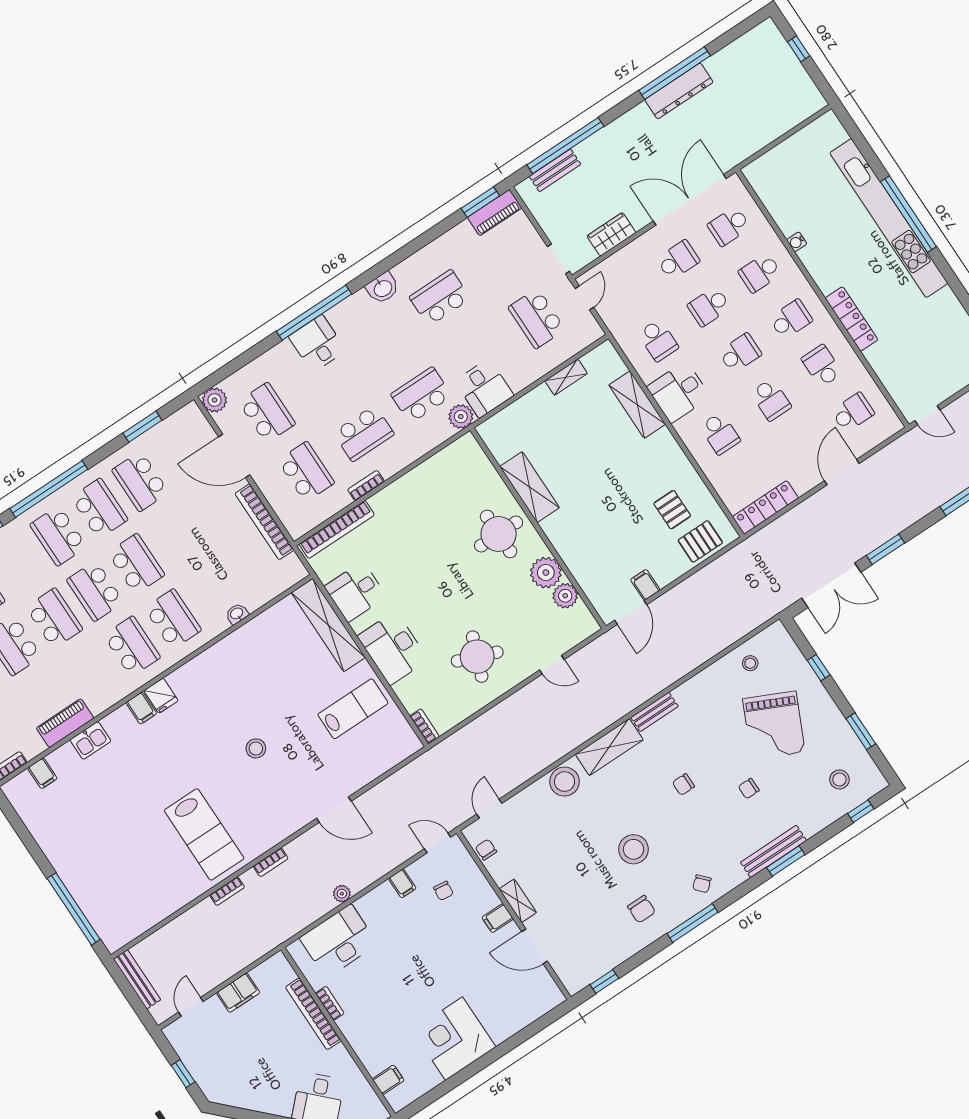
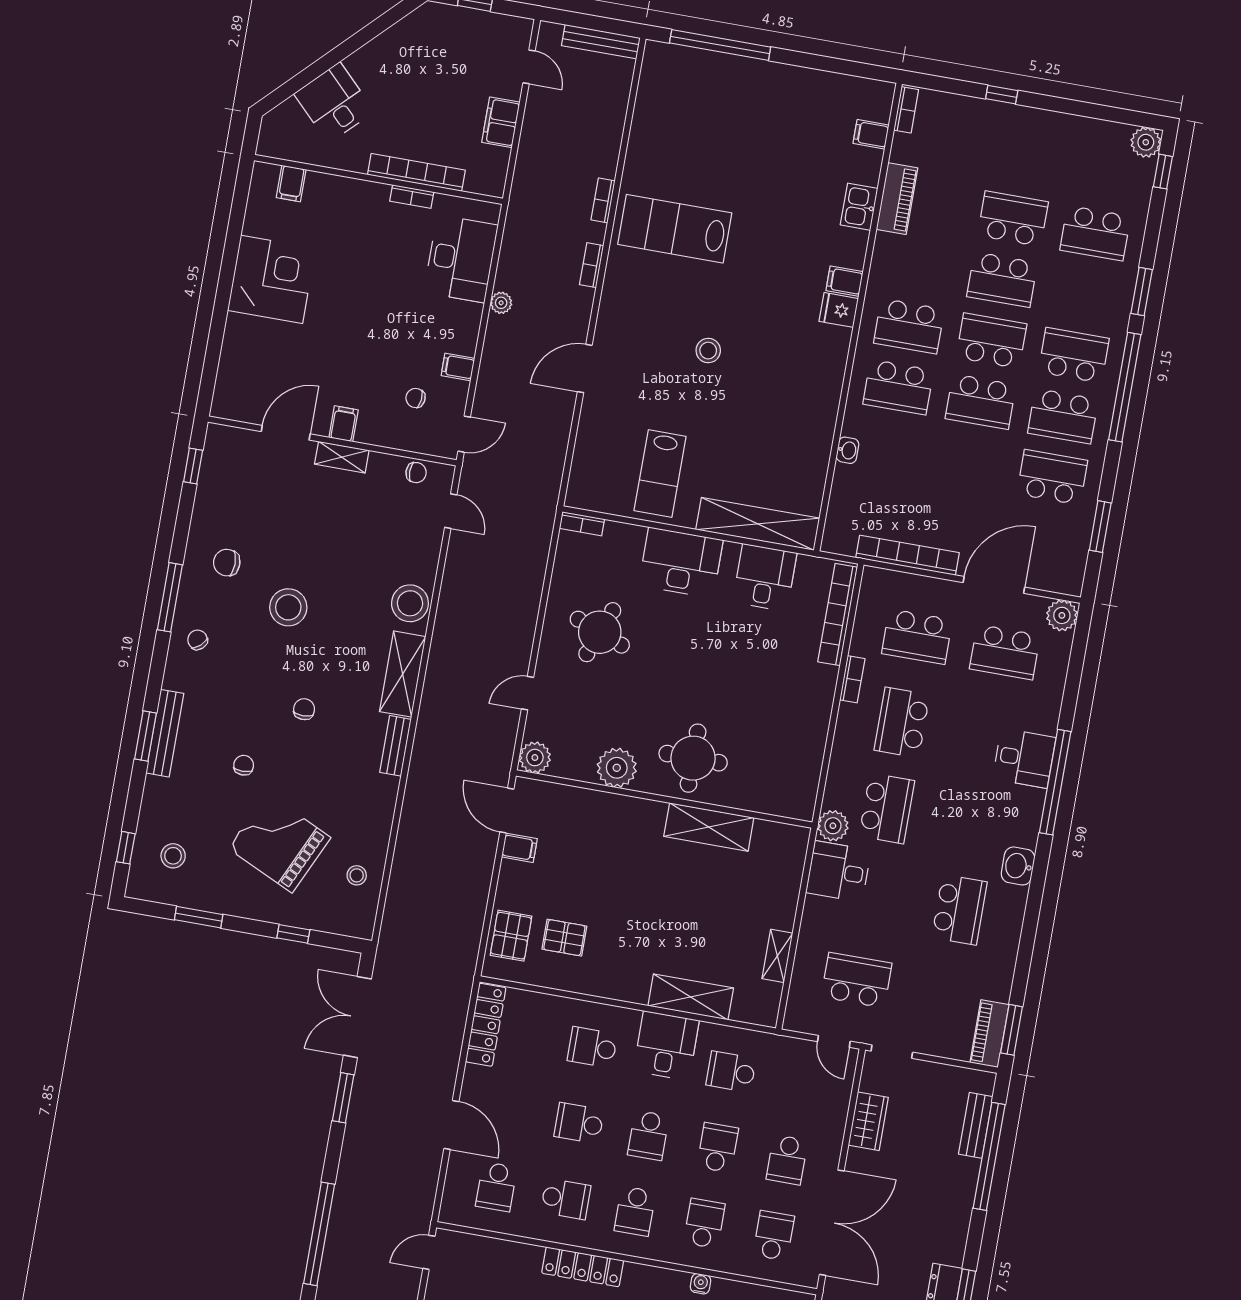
plant: (565, 596) -> (535, 758), moved

